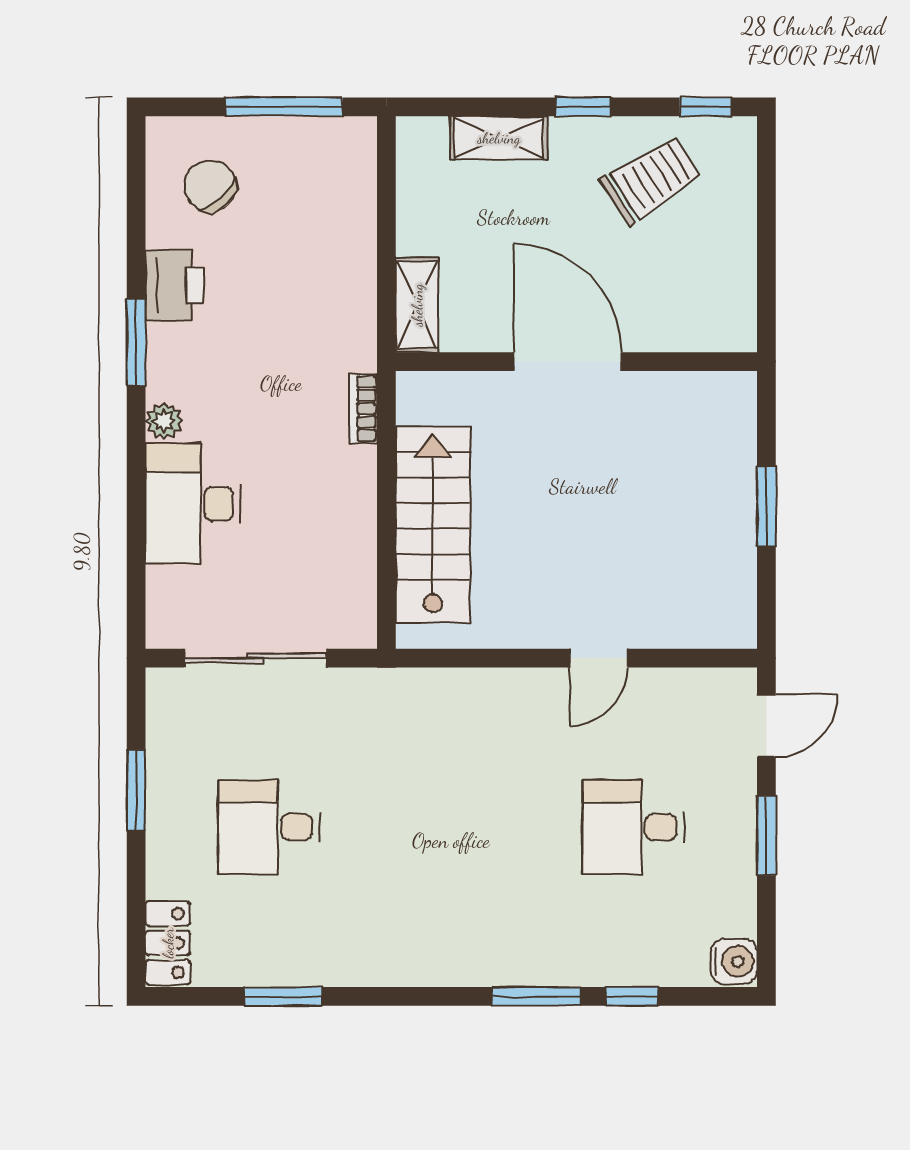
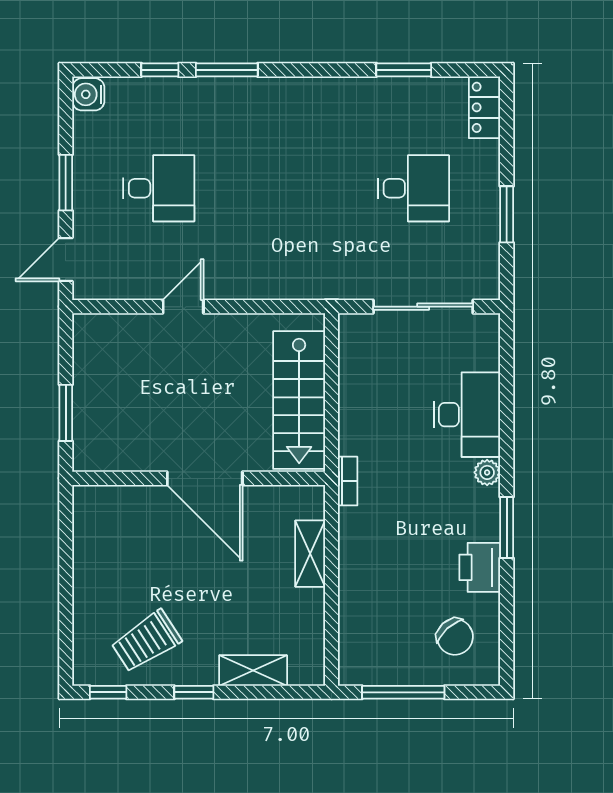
door: (568, 362) -> (205, 478), moved
wall: (576, 362) -> (199, 478), moved

